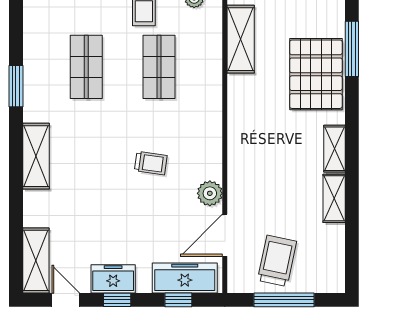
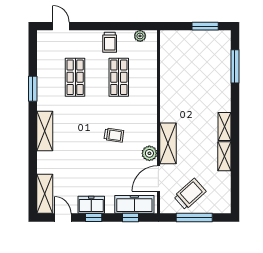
shelving: (241, 39) -> (168, 143), moved
pallet: (316, 74) -> (213, 82), removed
trolley: (277, 261) -> (190, 194), turned 36

